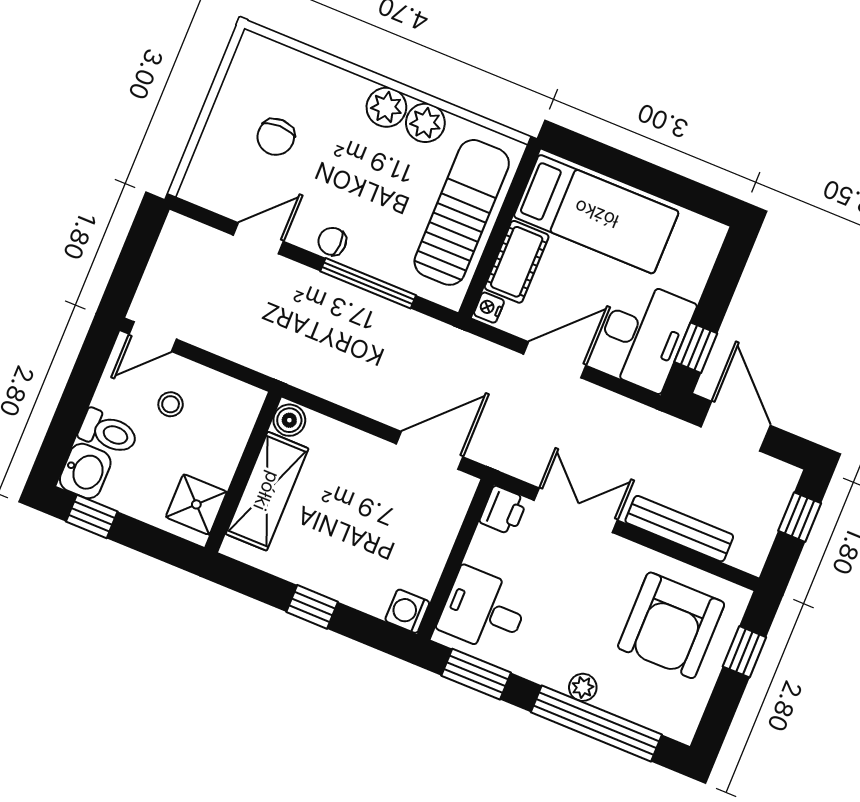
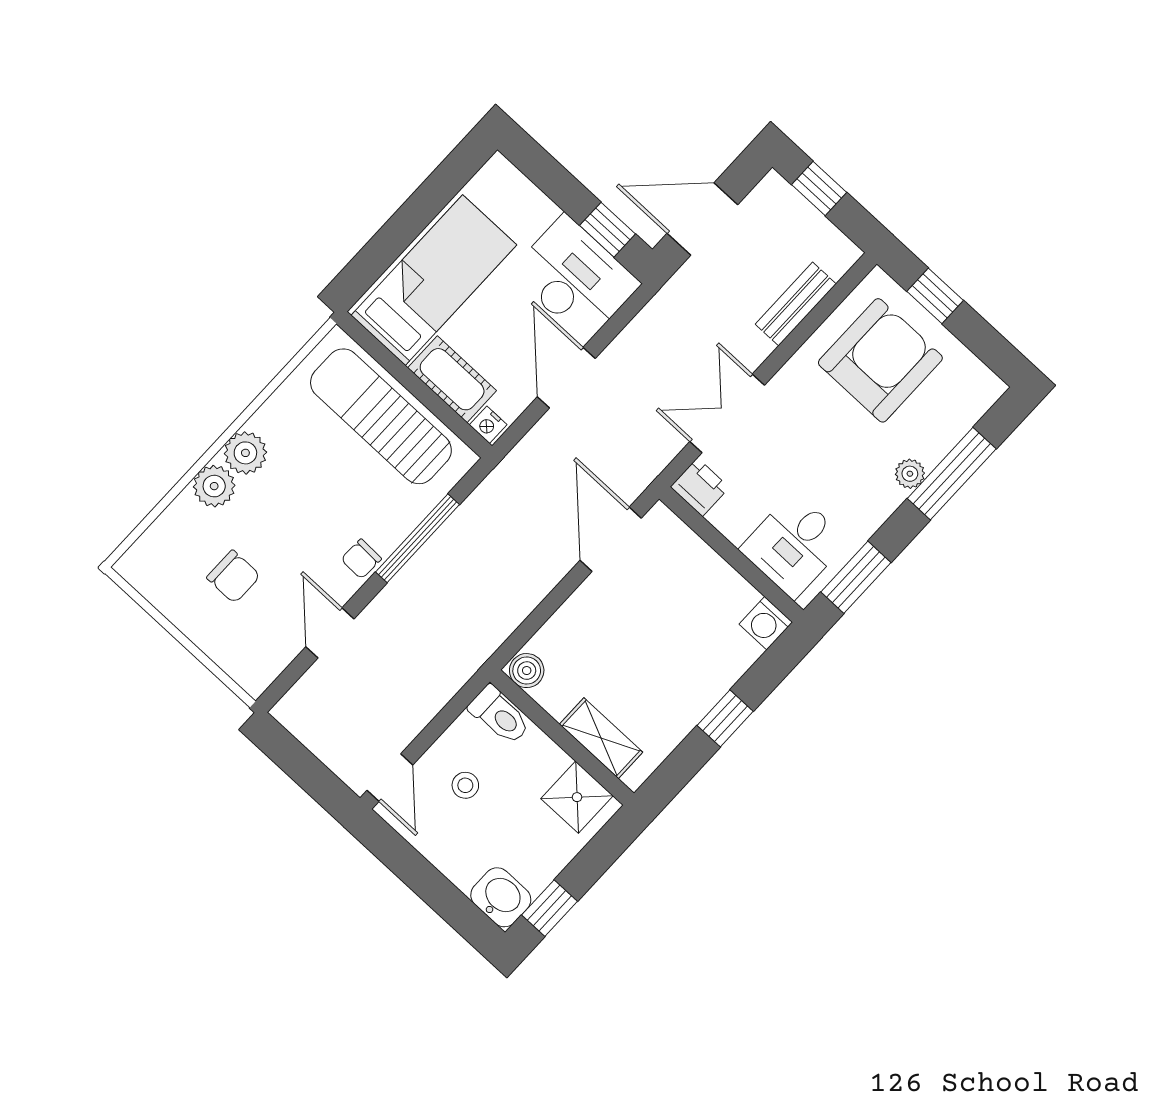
plant: (425, 123) -> (214, 486), moved
toilet: (108, 432) -> (499, 715), moved, turned 90
shelving: (267, 491) -> (601, 738), width x0.67, depth x0.75
bench: (679, 529) -> (796, 304), width x0.73
armchair: (671, 625) -> (880, 360), turned -90
window: (596, 723) -> (952, 474), width x0.68

